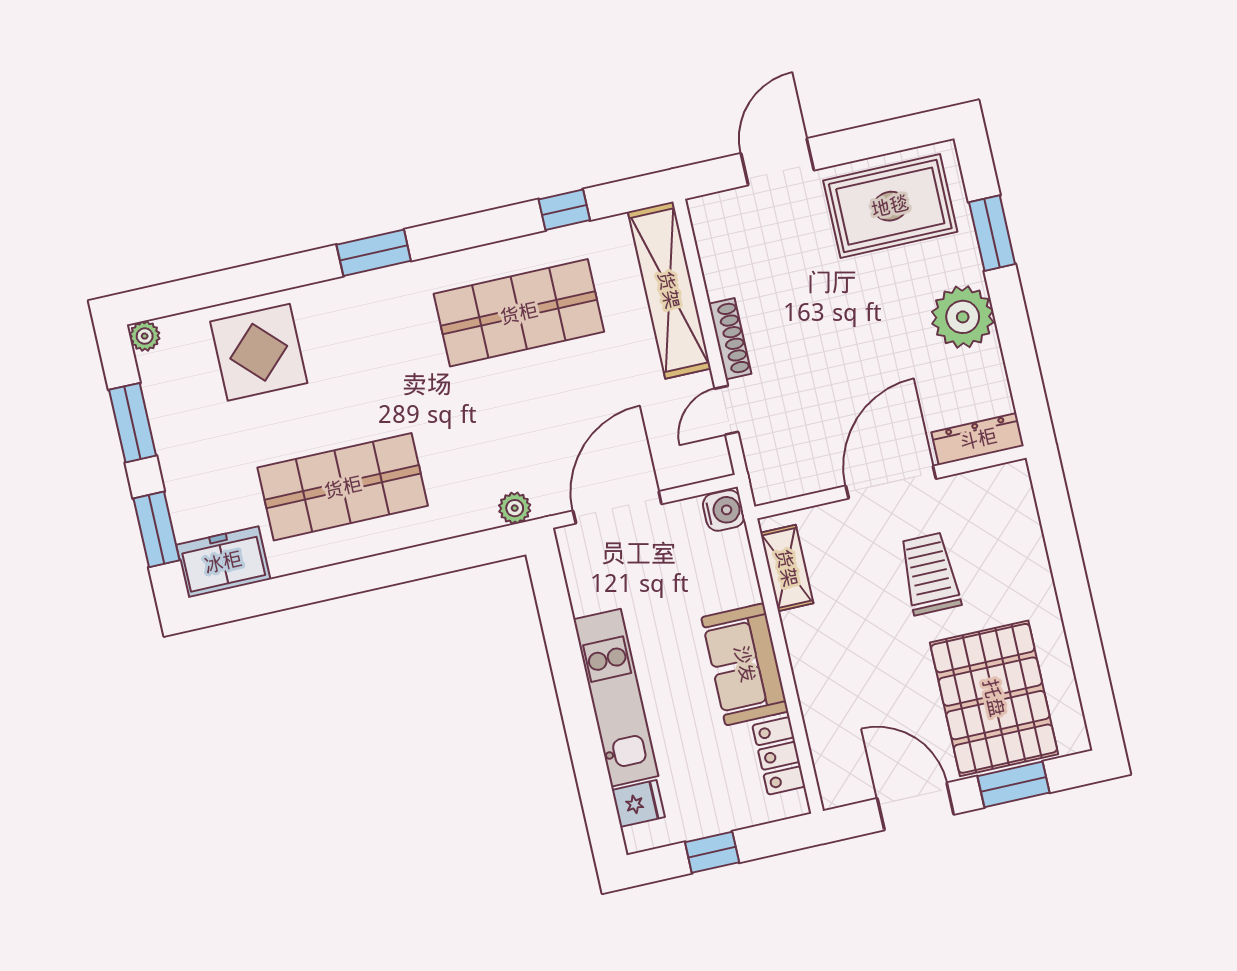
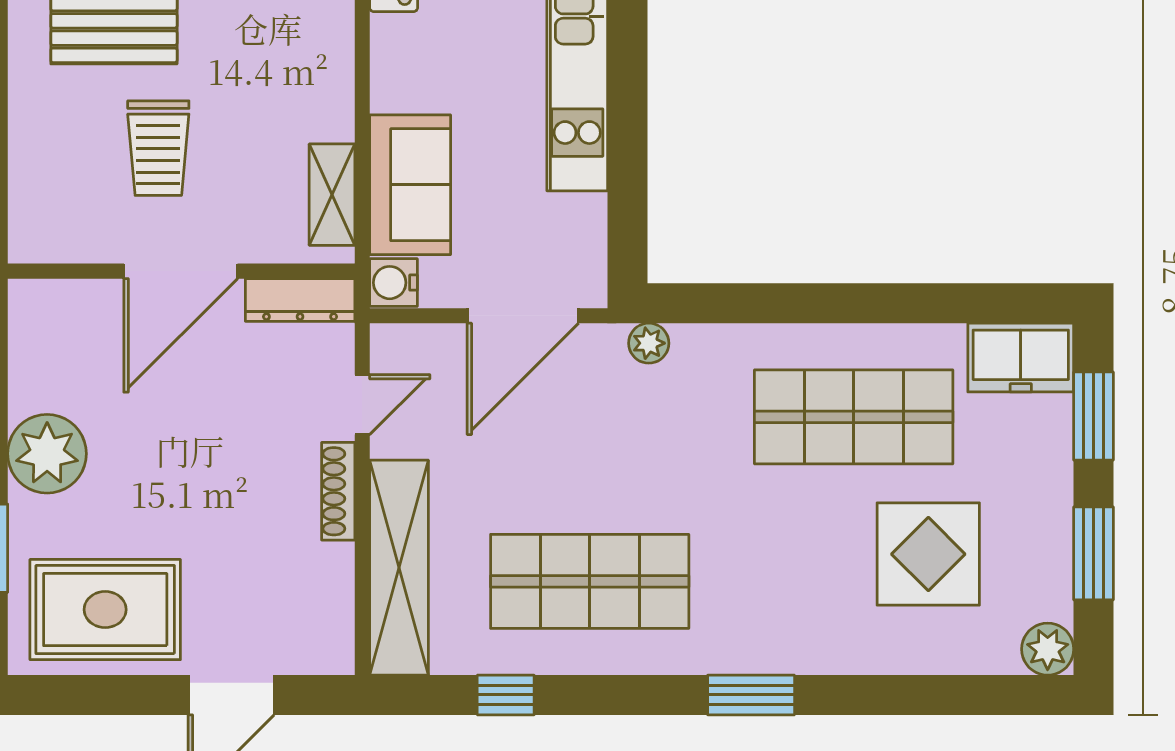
plant: (145, 336) -> (1048, 649), width x1.38, depth x1.38
display table: (259, 352) -> (928, 554), moved
dresser: (978, 439) -> (300, 300), moved
sofa: (745, 664) -> (410, 185), moved

